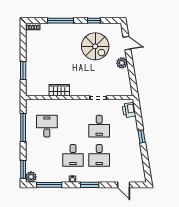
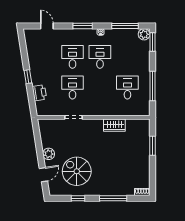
door: (127, 43) -> (43, 175), swing flipped
printer: (129, 110) -> (39, 93), moved
desk: (47, 126) -> (127, 88), turned 180

